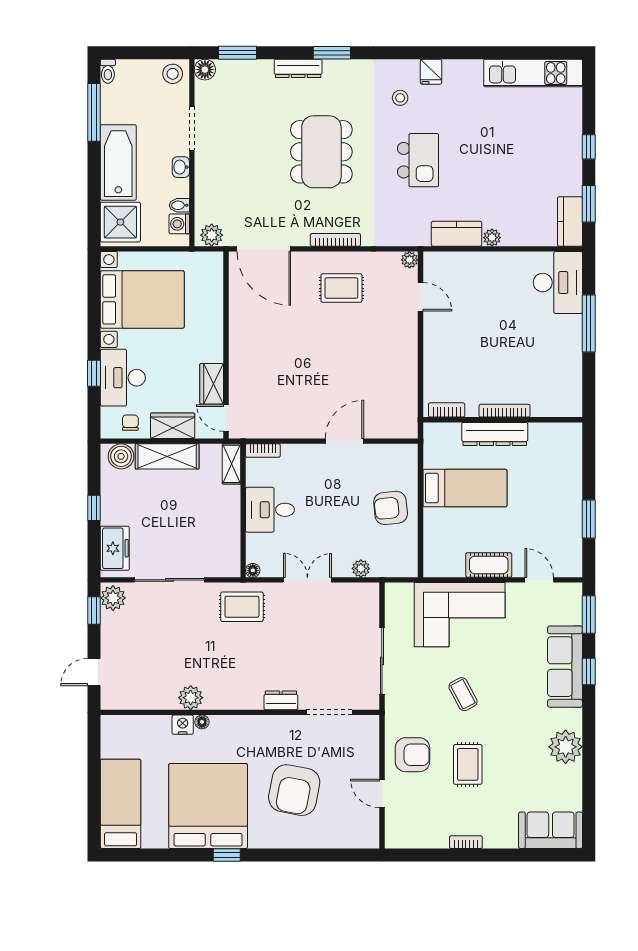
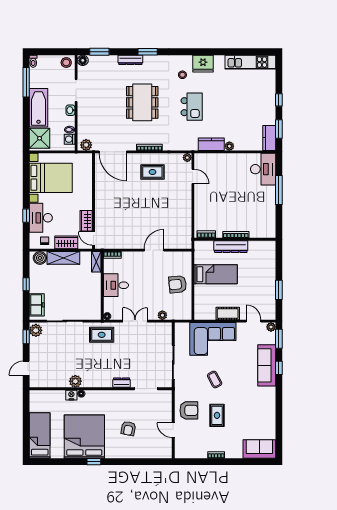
fridge: (431, 72) -> (203, 64), width x1.88, depth x1.34
plant: (566, 747) -> (271, 327), moved, width x0.53, depth x0.53
armchair: (294, 790) -> (128, 428), width x0.53, depth x0.53

